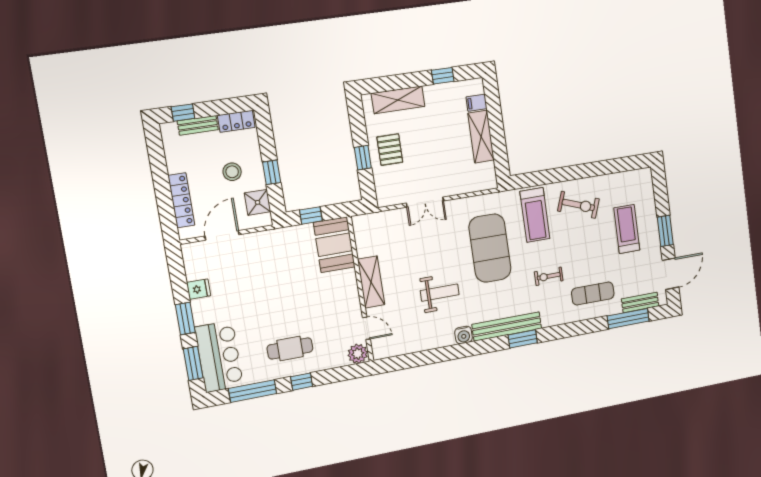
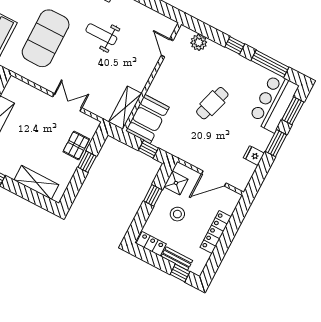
pallet: (390, 150) -> (76, 145), moved
locker: (181, 200) -> (216, 232), moved
shelving: (371, 282) -> (125, 108), moved
cafe table: (290, 348) -> (212, 103), moved, turned -73
plant: (358, 354) -> (199, 42), moved

